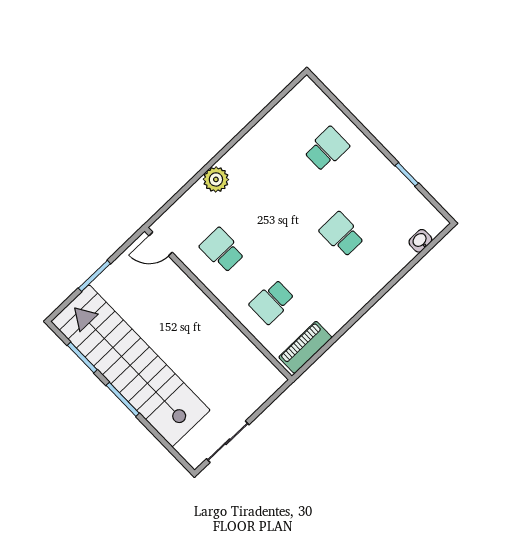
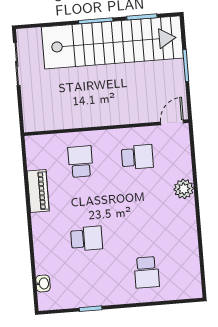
piano: (305, 347) -> (38, 191), moved

